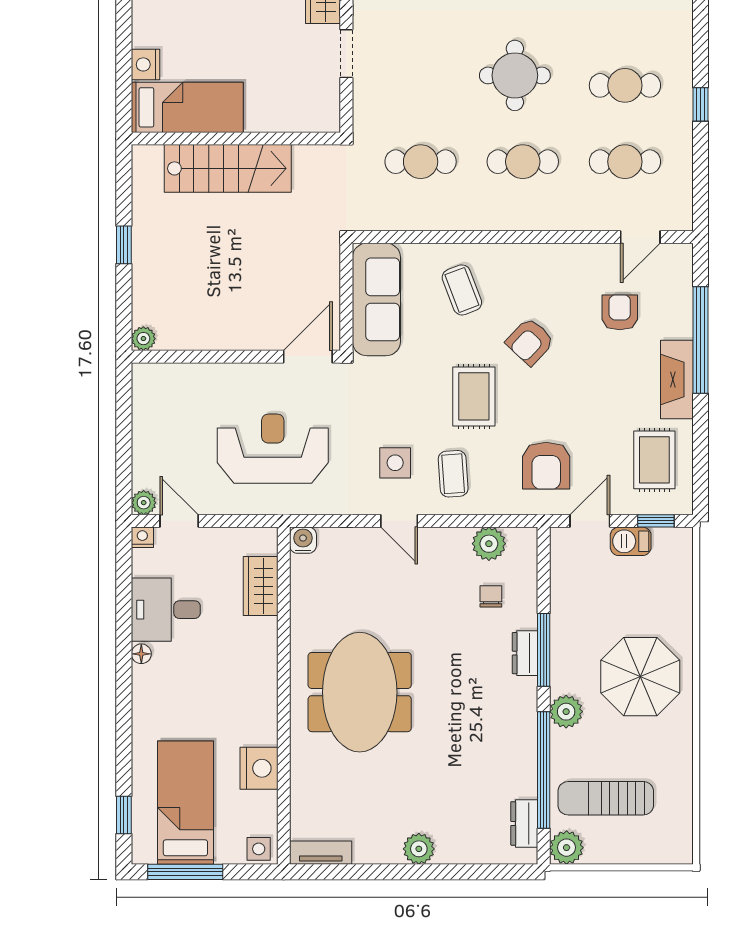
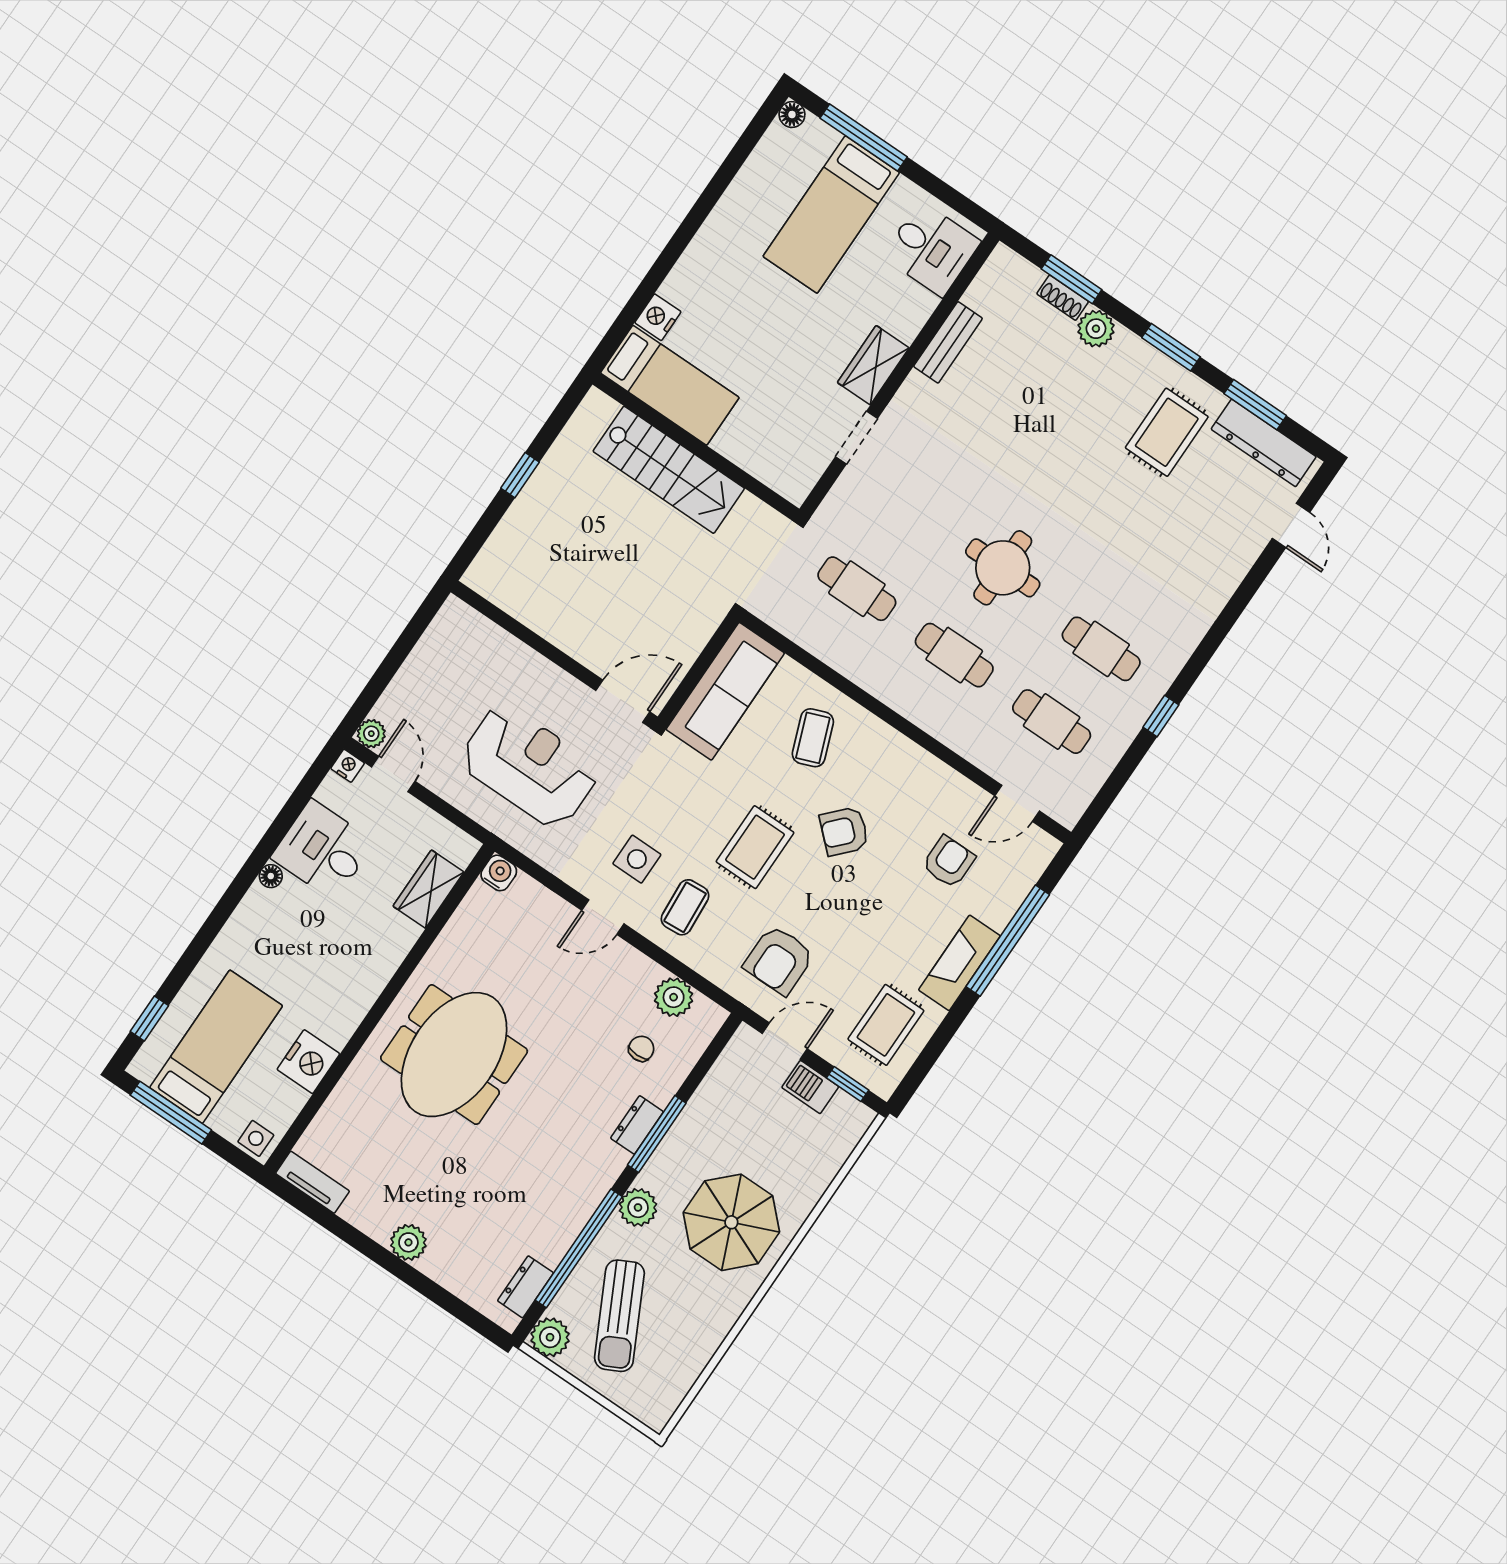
plant: (143, 339) -> (478, 577), removed
door: (399, 521) -> (603, 917), hinge flipped
sun lounger: (606, 798) -> (619, 1316), turned -117

